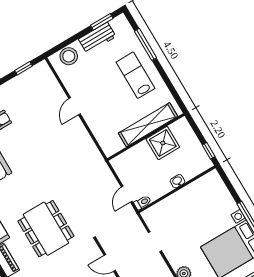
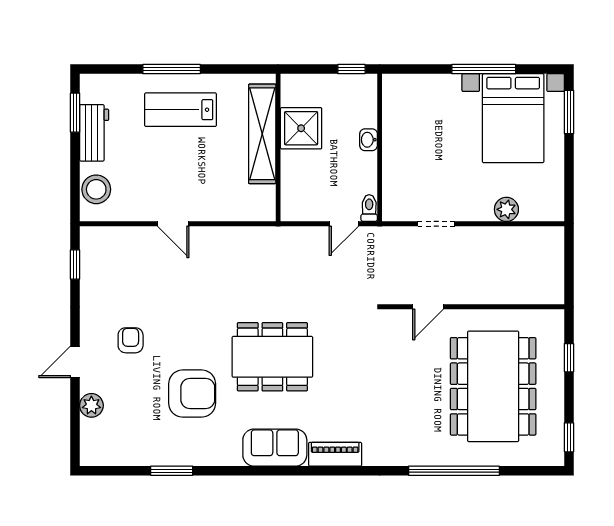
window: (145, 44) -> (172, 69), moved
door: (127, 194) -> (344, 224), hinge flipped
dining table: (46, 229) -> (272, 357), moved

